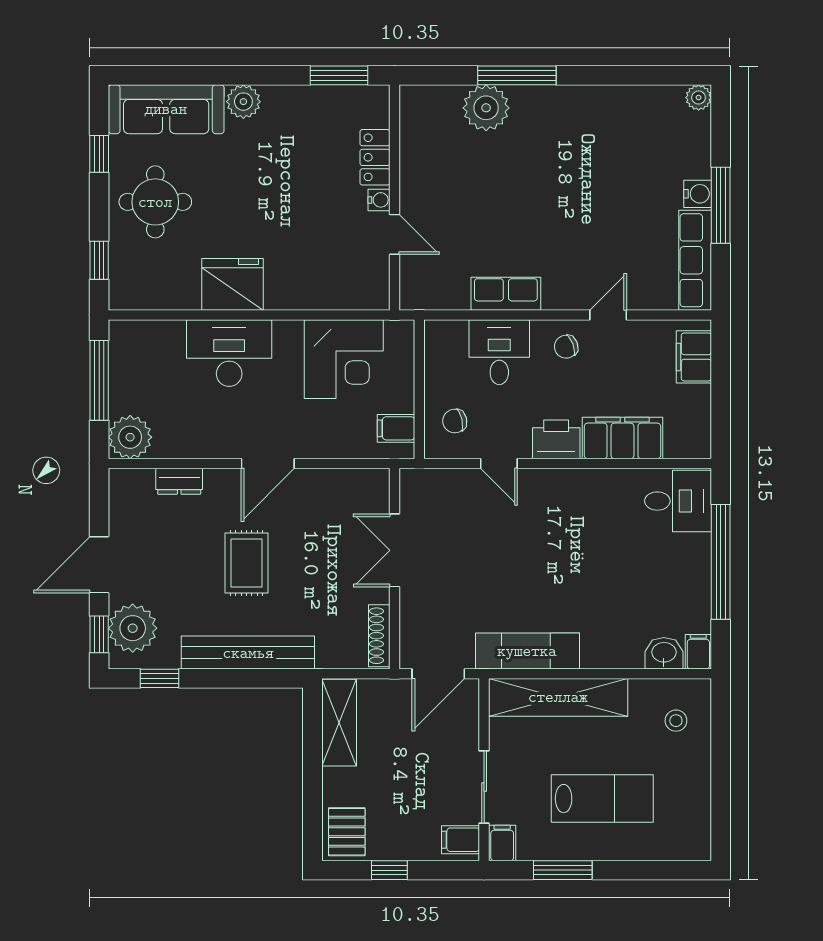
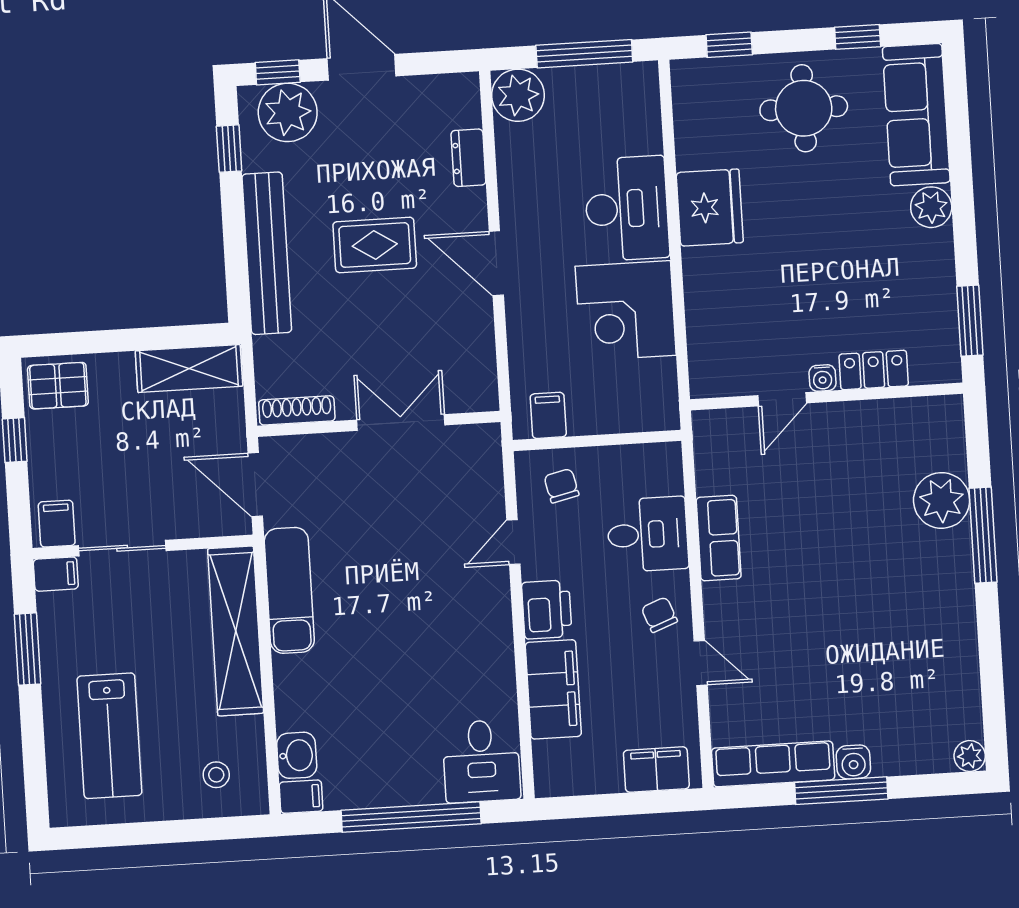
corner desk: (344, 359) -> (626, 311), moved
lab bench: (602, 799) -> (109, 736), moved

